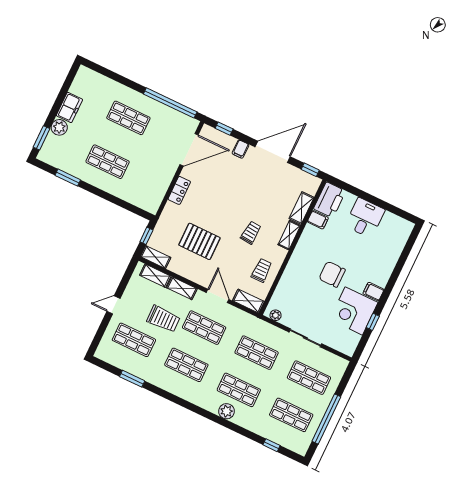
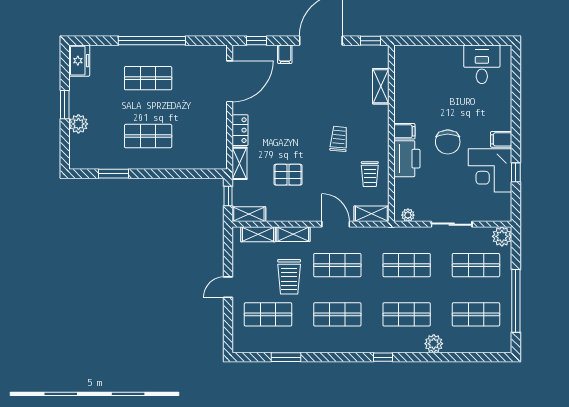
window: (170, 103) -> (152, 41), moved
freezer: (69, 108) -> (79, 61), moved
window: (42, 138) -> (65, 105), moved
printer: (330, 200) -> (407, 159), moved
desk: (365, 218) -> (482, 64), moved
filing cabinet: (318, 220) -> (404, 131), moved
shelving: (289, 235) -> (240, 163), moved
pallet: (199, 241) -> (288, 175), width x0.67, depth x0.71
trolley: (262, 270) -> (370, 174), turned 180
chair: (332, 274) -> (448, 142), turned -90
trolley: (163, 319) -> (289, 277), turned 91
plant: (339, 365) -> (502, 236), added
plant: (227, 411) -> (434, 344), moved
window: (272, 445) -> (383, 357), moved

